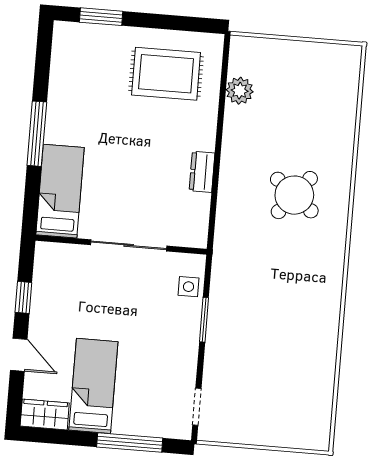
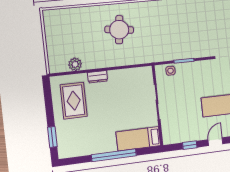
window: (37, 134) -> (114, 155), width x1.46
dresser: (202, 172) -> (98, 77), moved
round table: (294, 195) -> (119, 30), turned -32

